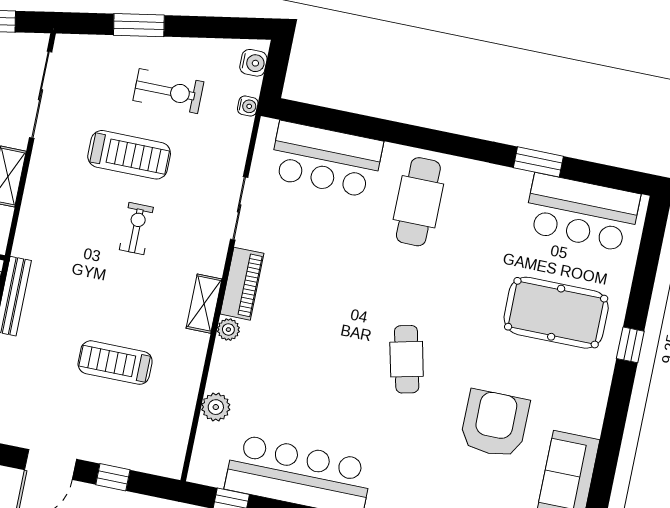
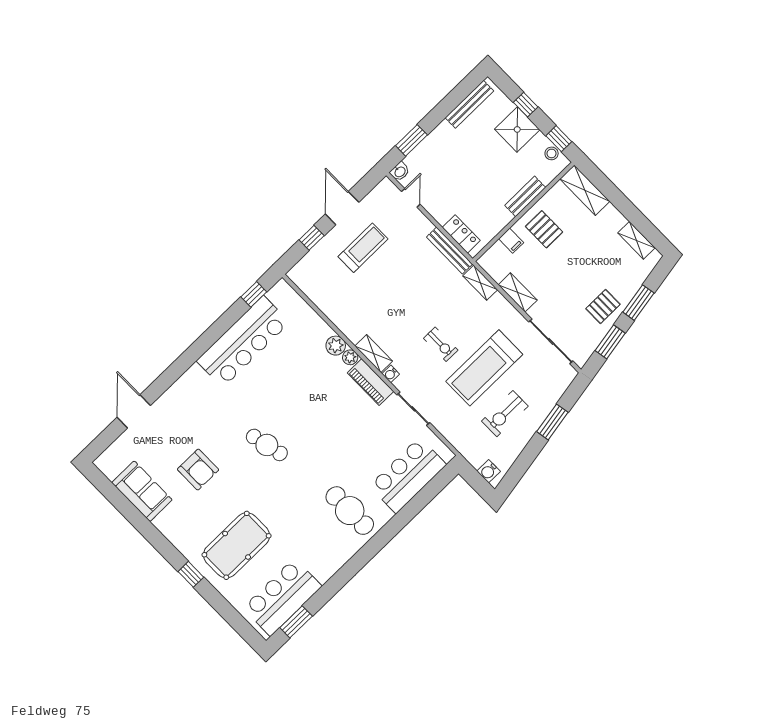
water cooler: (248, 106) -> (391, 374), moved
treadmill: (129, 155) -> (484, 368), width x1.37, depth x1.38
window: (538, 162) -> (296, 622), moved
shelving: (27, 231) -> (480, 283), added
treadmill: (115, 363) -> (363, 248), moved
plant: (216, 407) -> (336, 346), moved
armchair: (495, 424) -> (198, 470), width x0.73, depth x0.73

